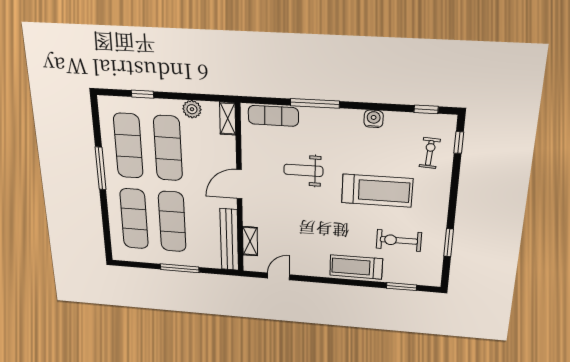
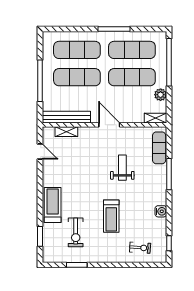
window: (142, 94) -> (169, 62), width x3.17
window: (459, 142) -> (148, 265), removed
treadmill: (377, 191) -> (111, 216), width x0.73, depth x0.73
exercise bike: (399, 240) -> (76, 232), turned 180
window: (180, 268) -> (40, 81), width x1.46

